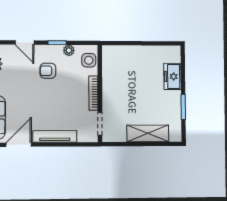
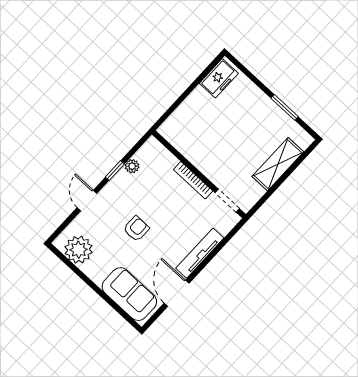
door: (25, 42) -> (87, 201), swing flipped
side table: (89, 60) -> (158, 156), removed
armchair: (48, 71) -> (136, 229), moved, turned 180
freezer: (172, 76) -> (219, 78), moved, turned -90

